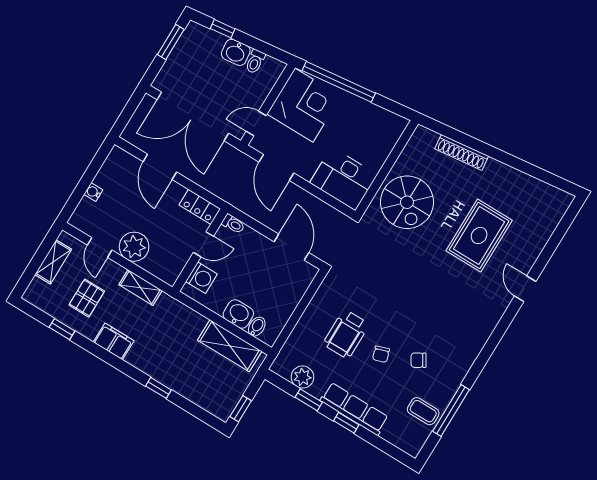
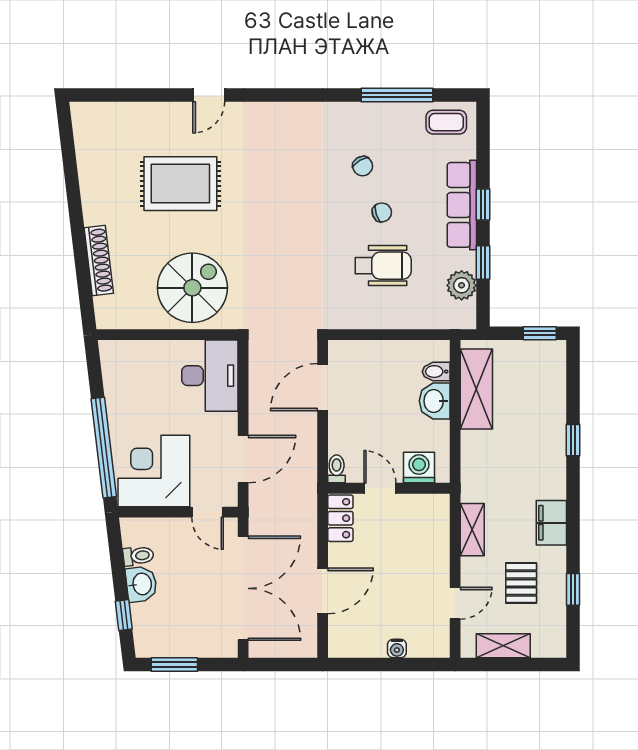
plant: (134, 247) -> (430, 565), removed
pallet: (87, 298) -> (521, 583), turned 90
coffee table: (423, 411) -> (446, 122), moved, turned 90

